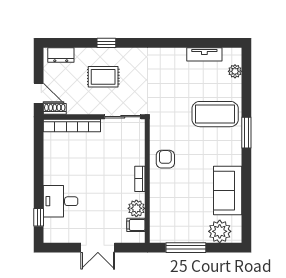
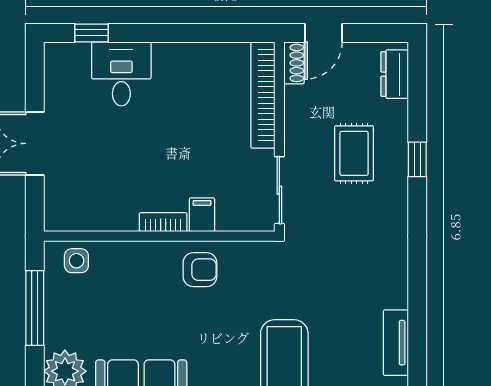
plant: (136, 208) -> (108, 216), removed
filing cabinet: (136, 225) -> (202, 215), moved
side table: (161, 225) -> (76, 261), added

